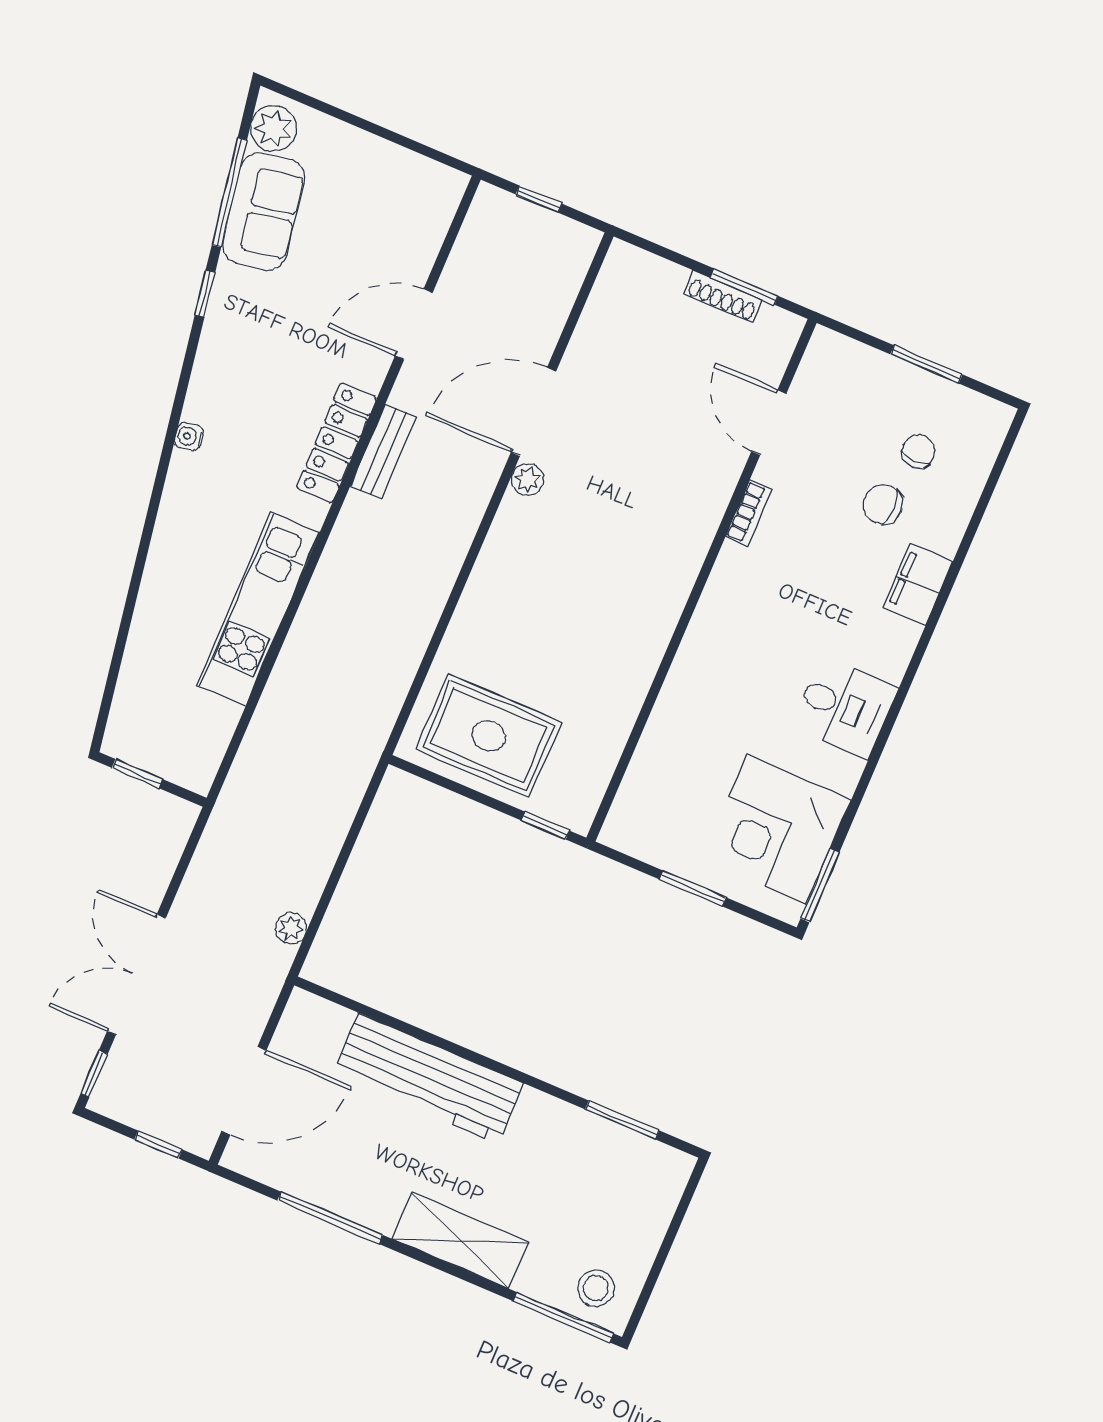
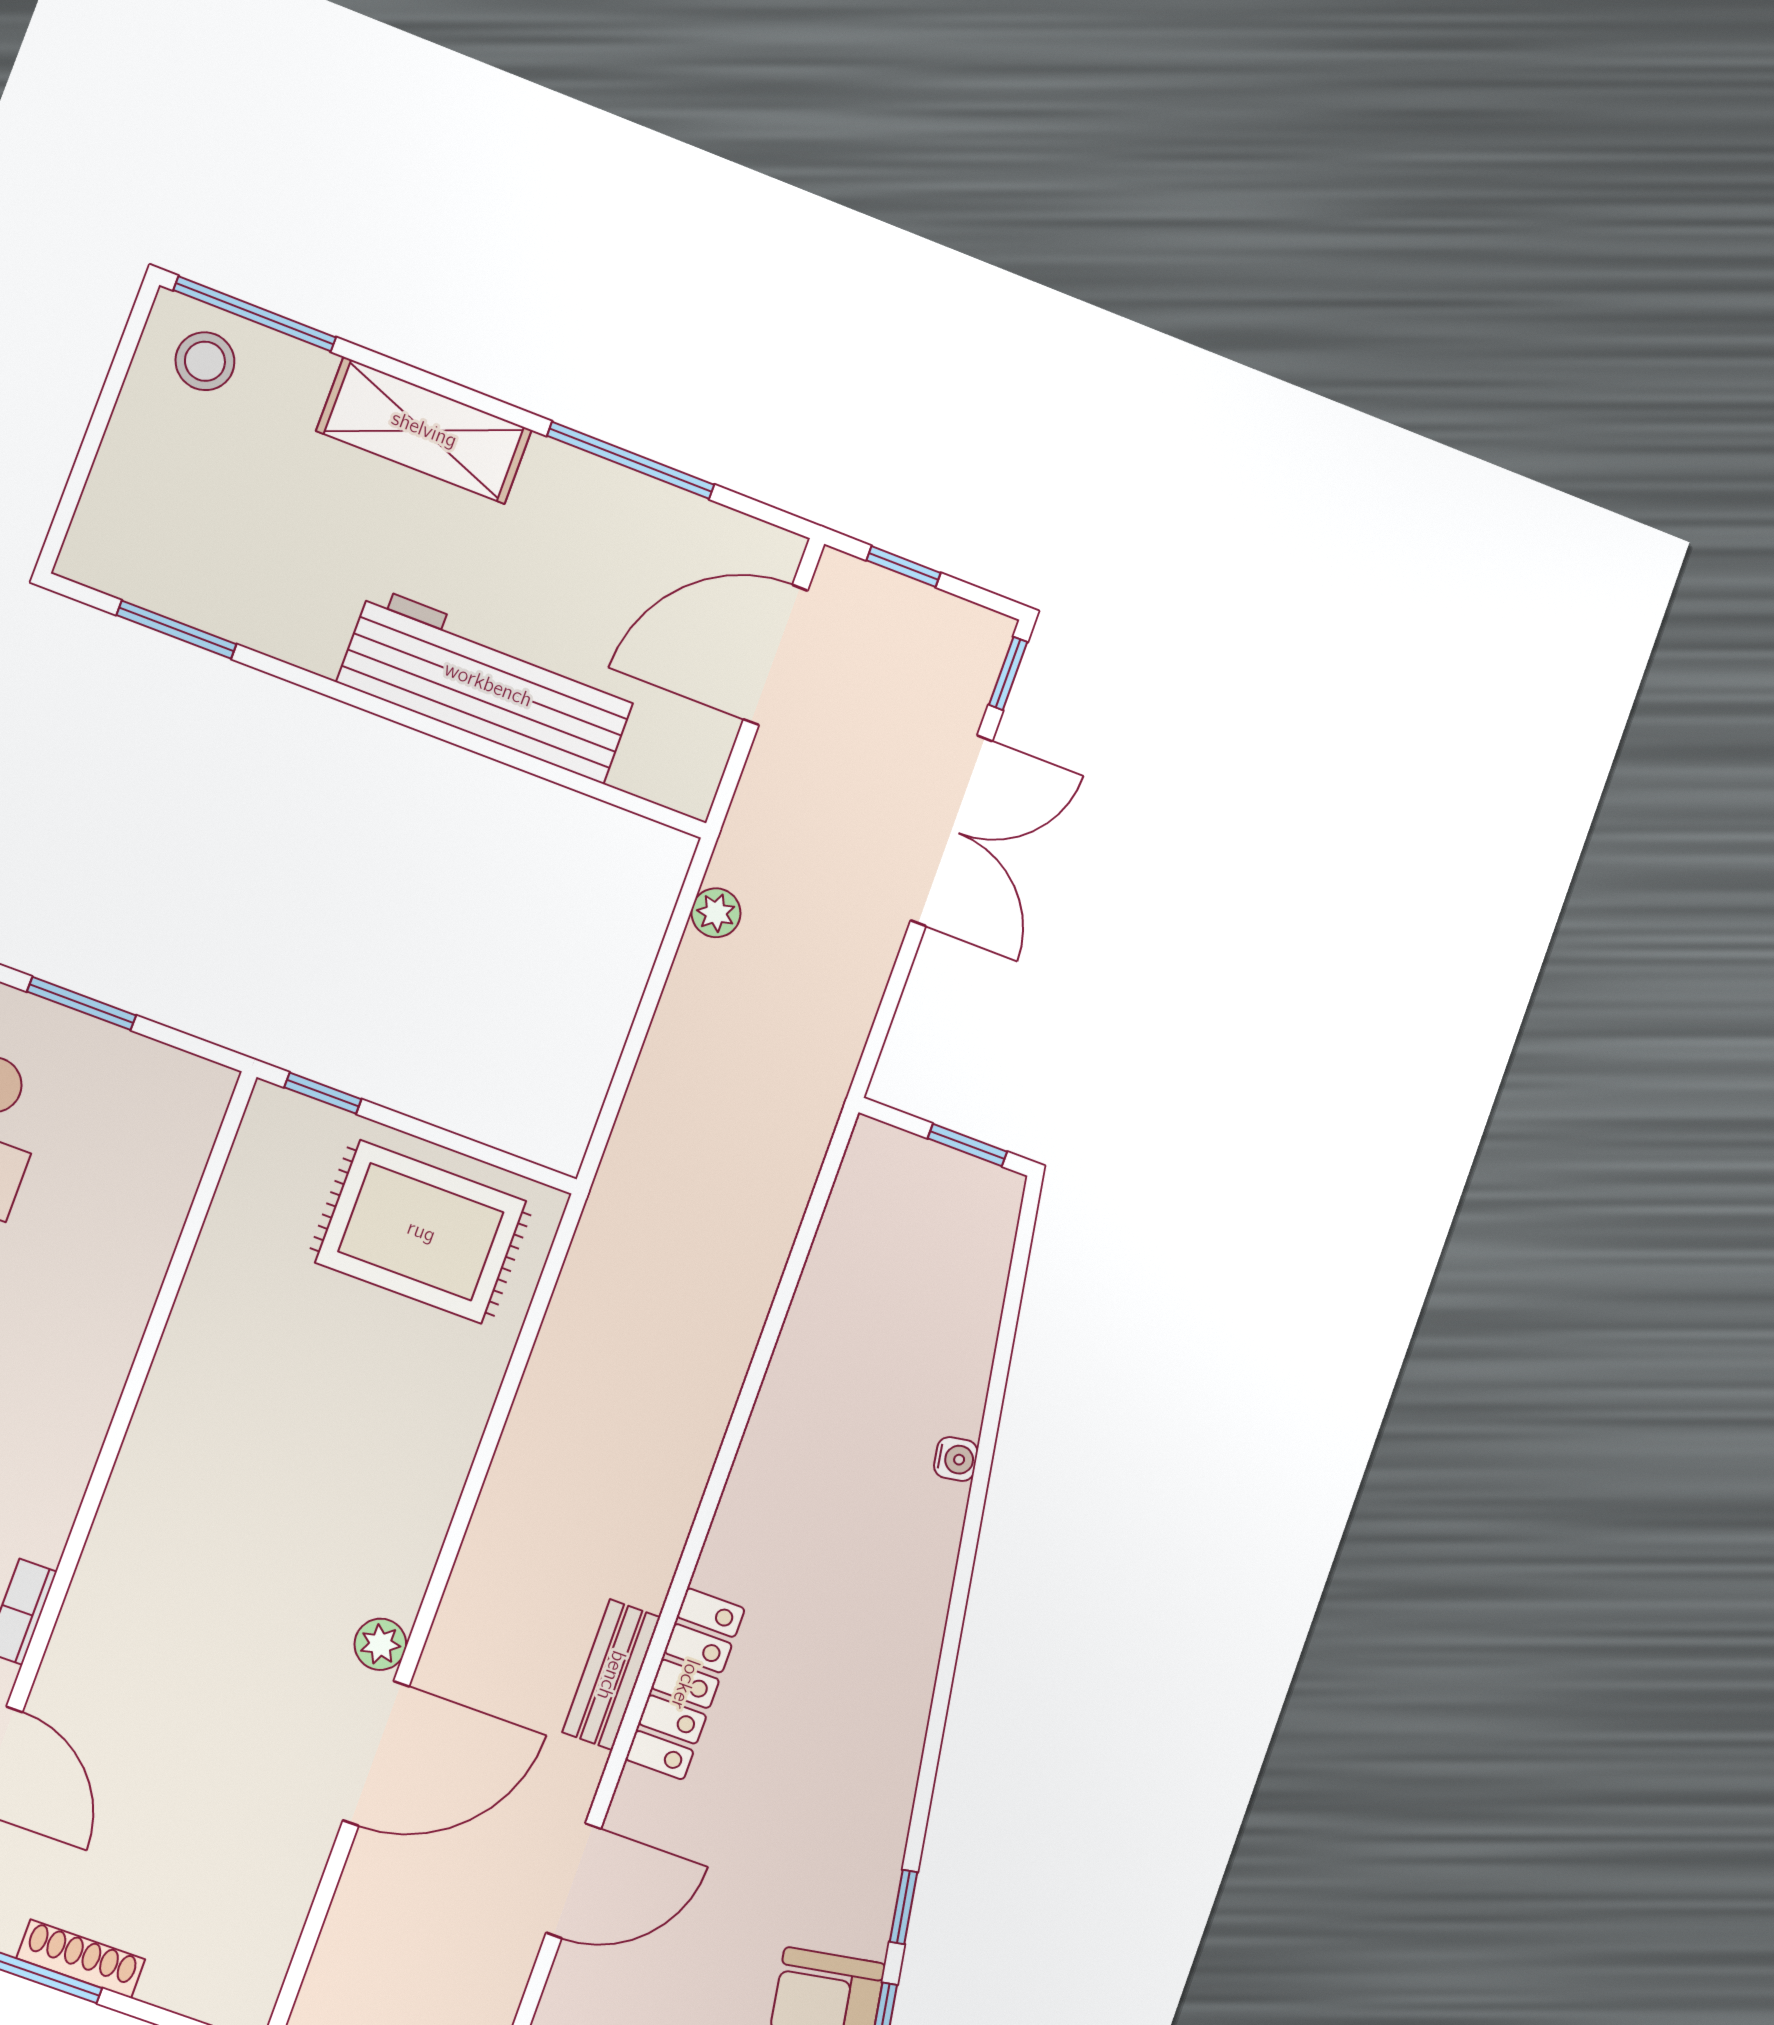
water cooler: (189, 437) -> (956, 1459), moved
kitchen unit: (258, 609) -> (794, 1413), removed

